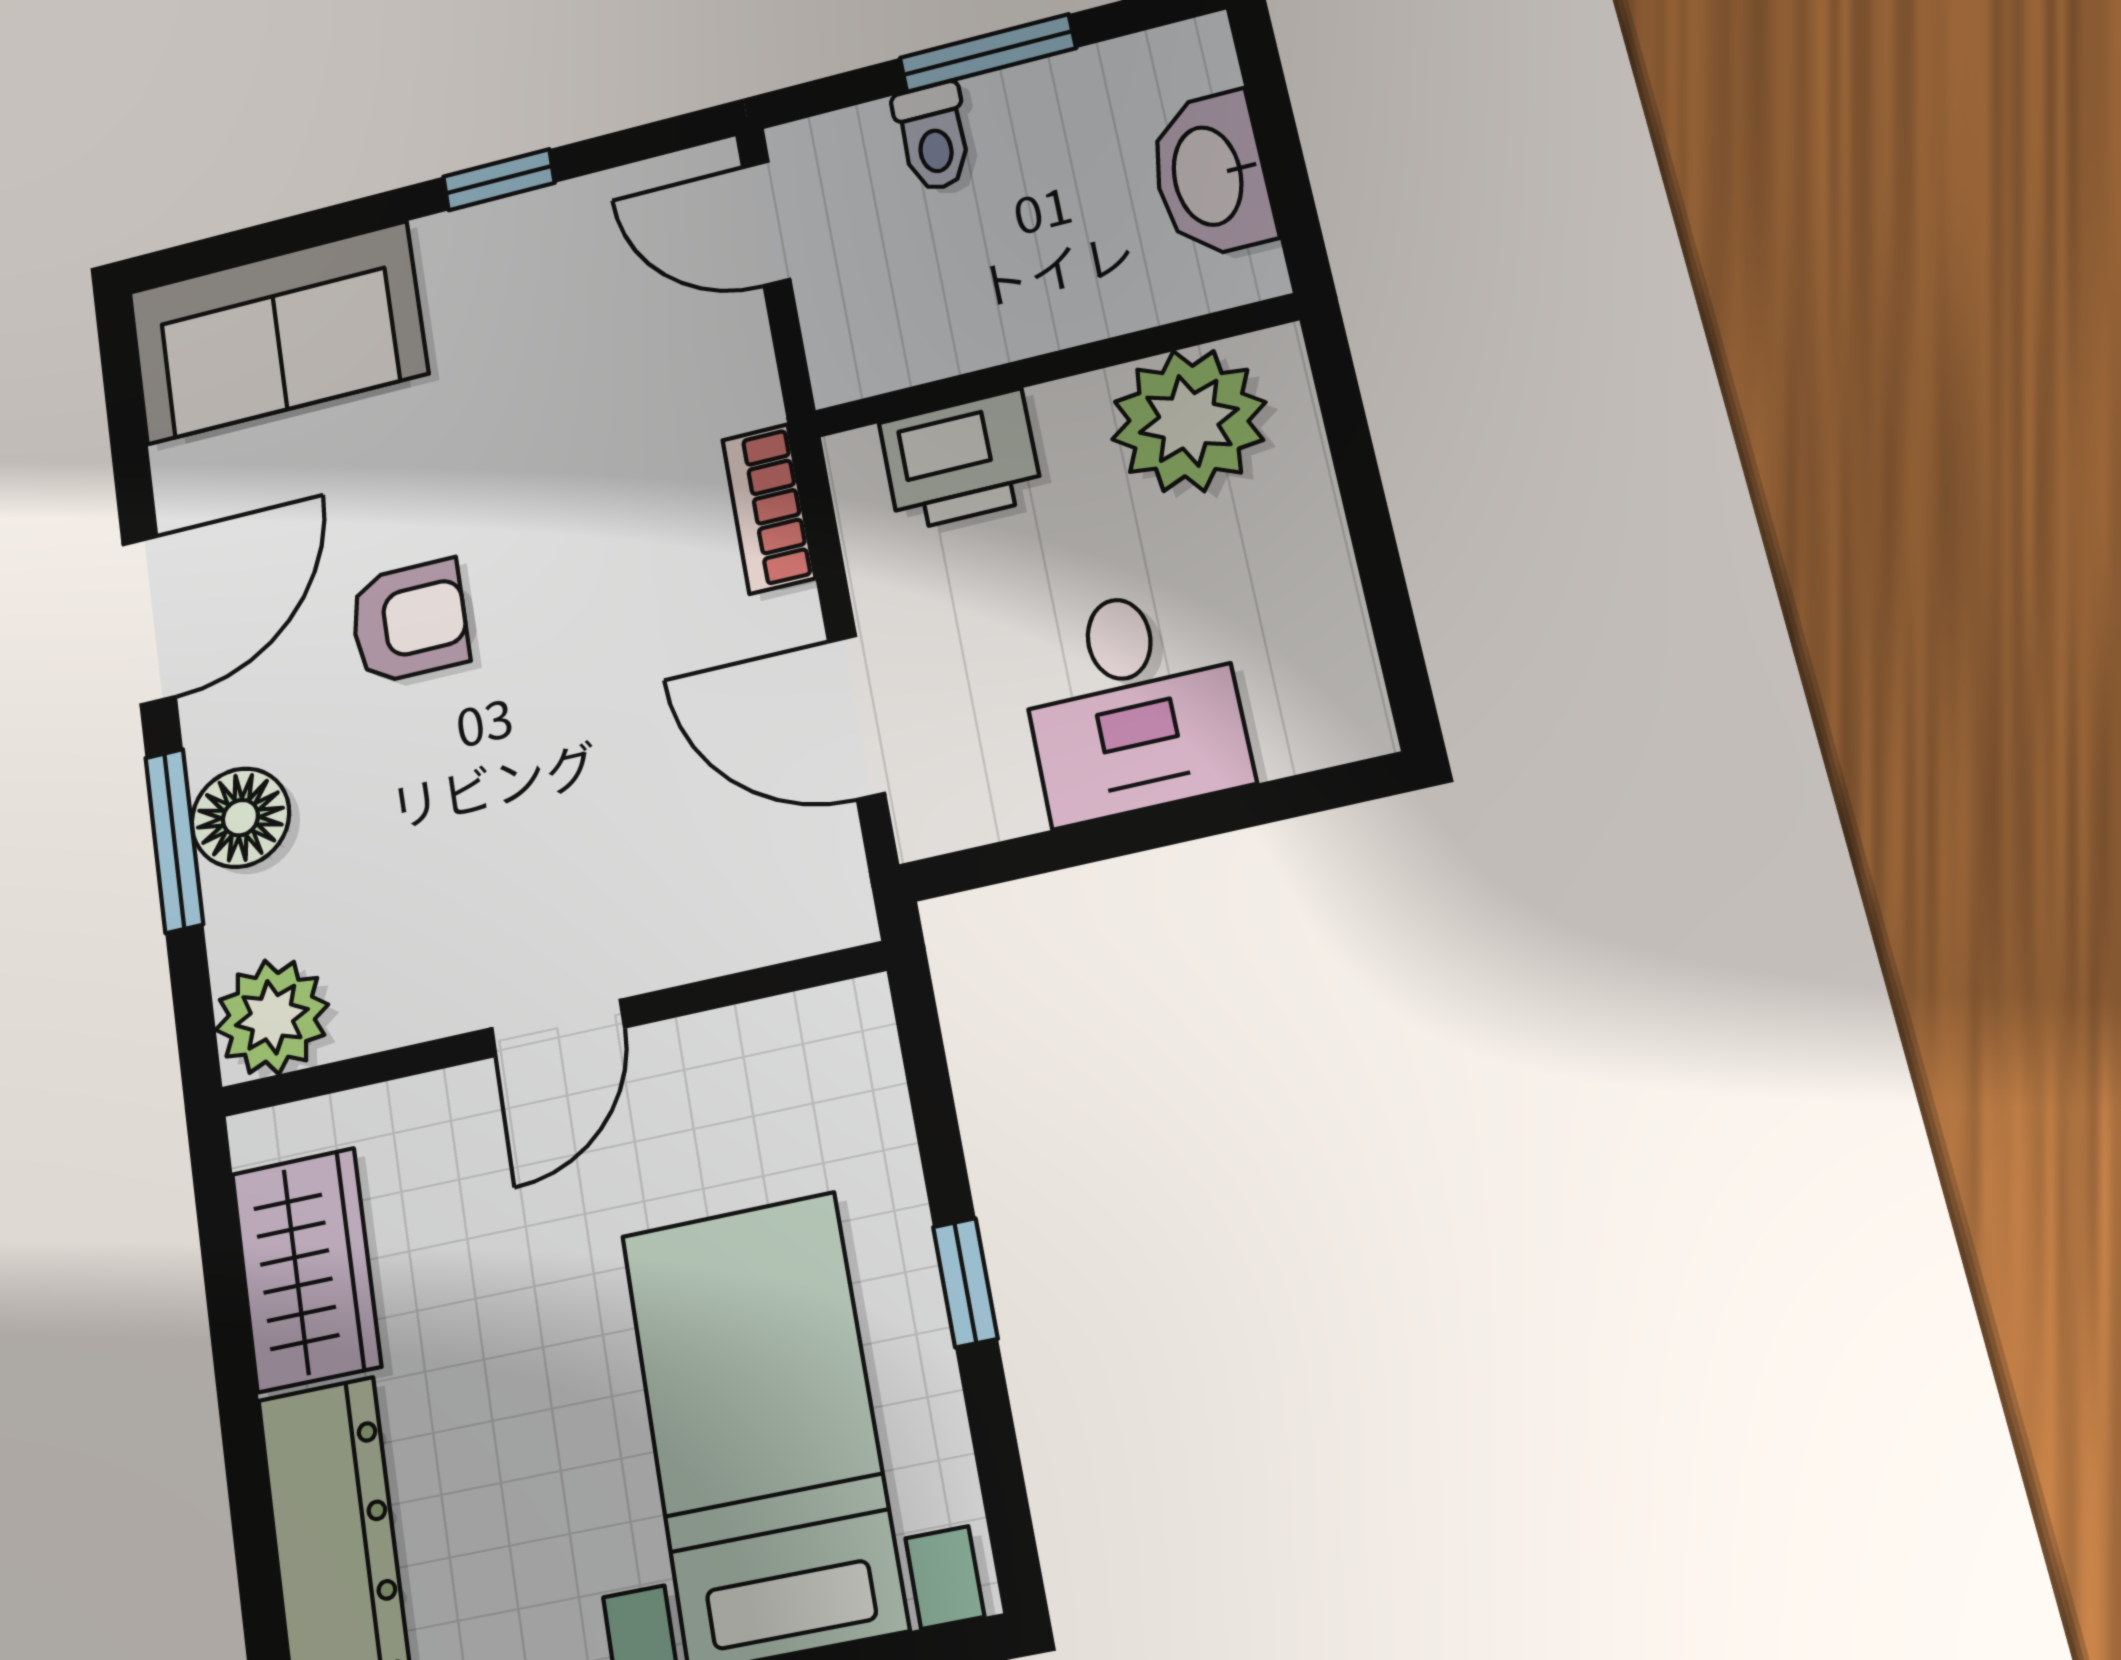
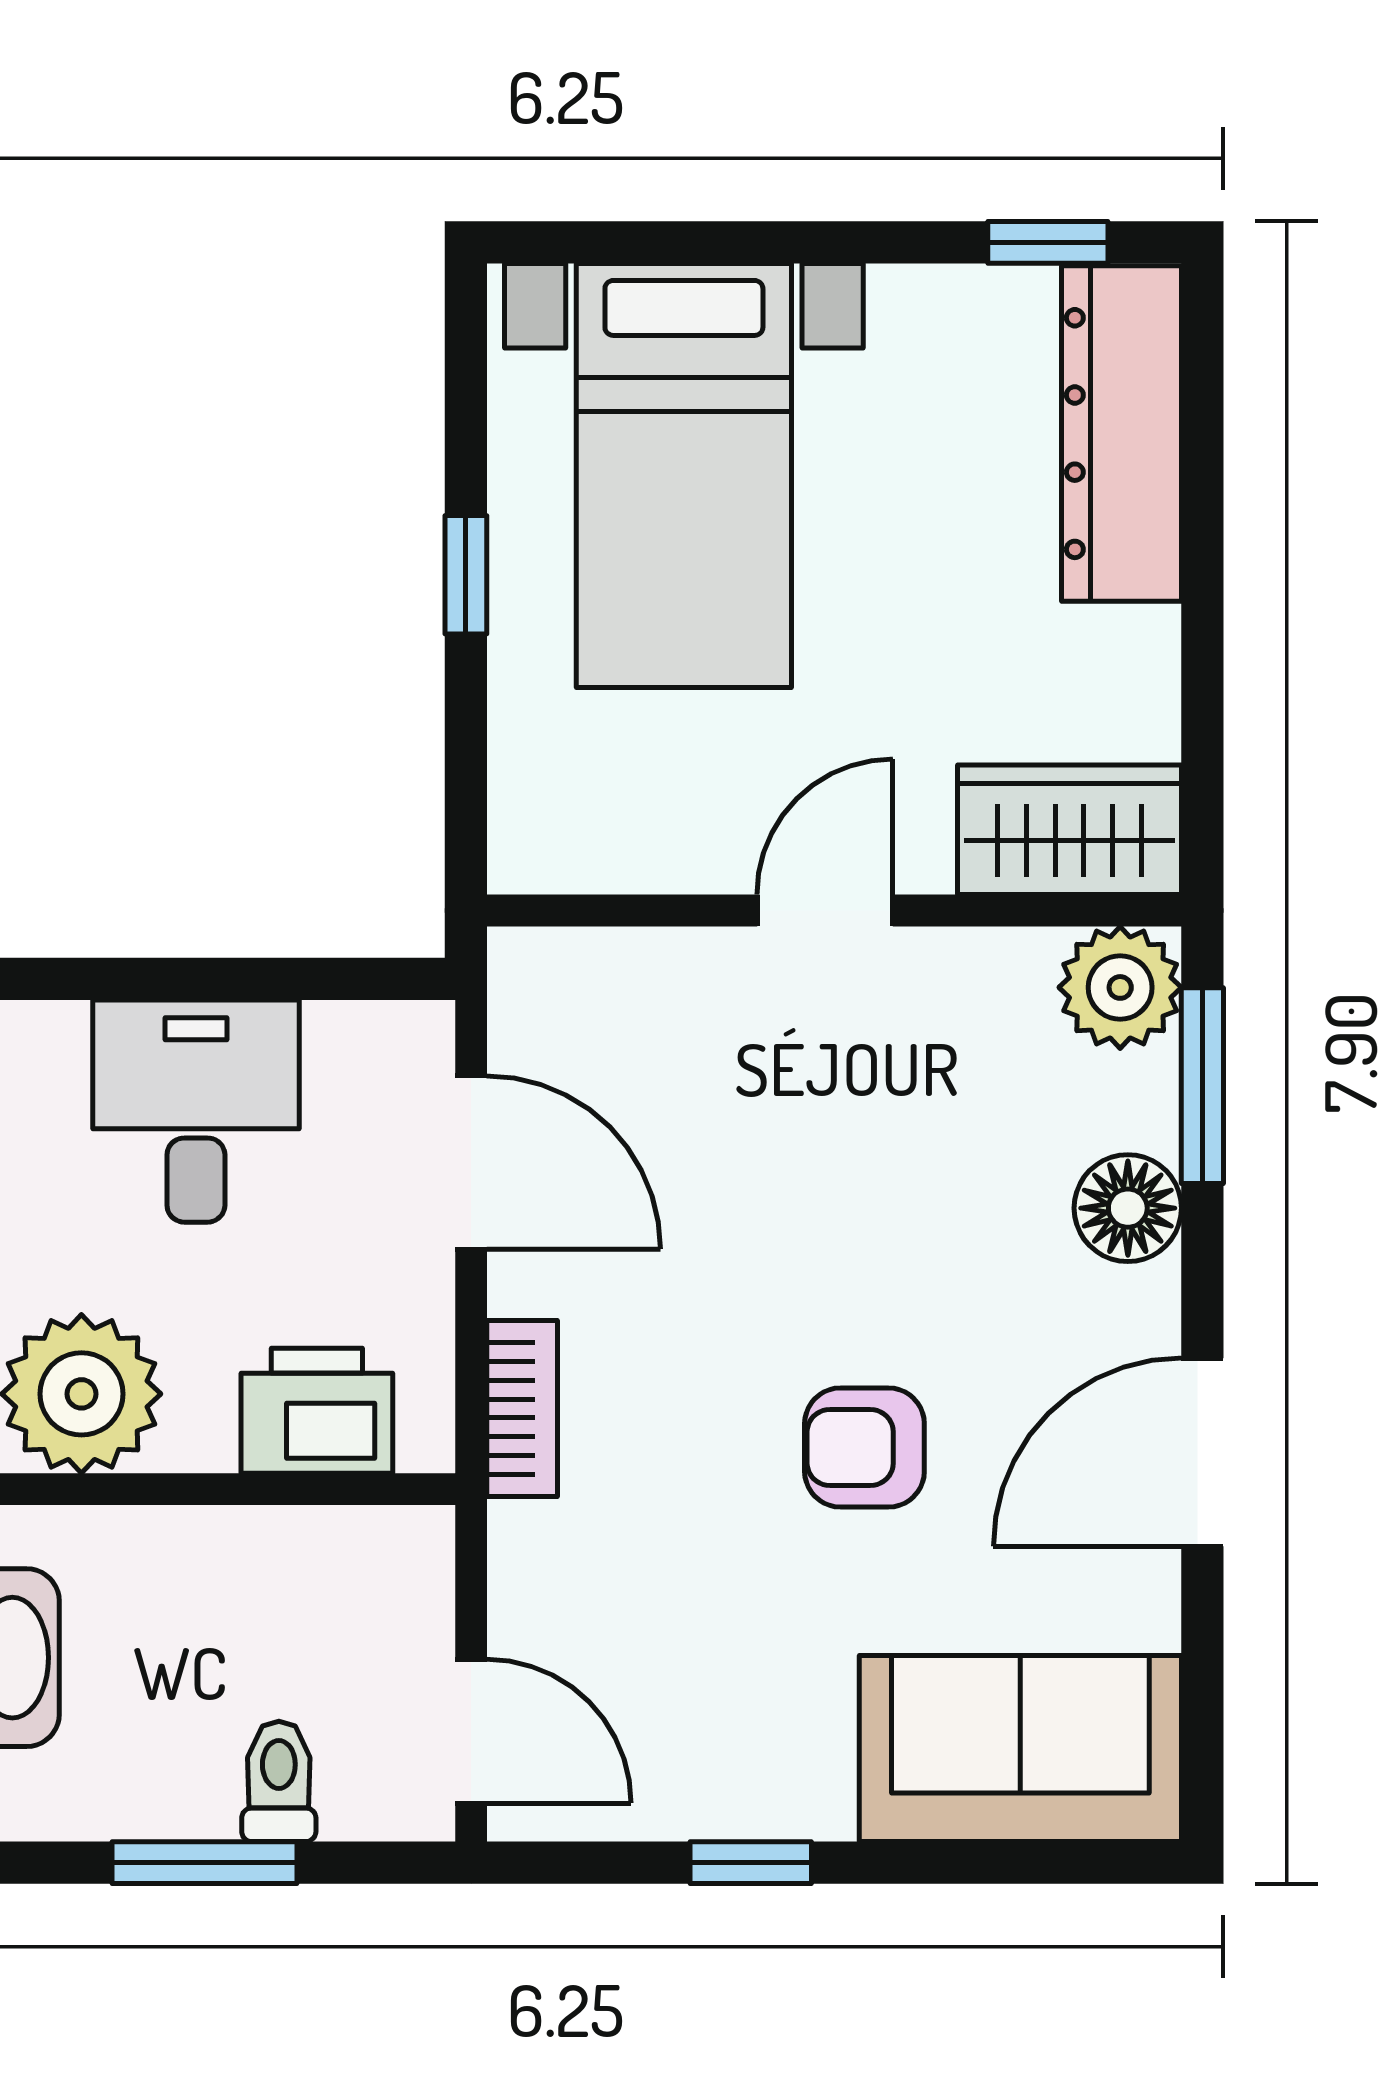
armchair: (409, 621) -> (864, 1448), moved
window: (174, 841) -> (1202, 1086), moved
wardrobe: (306, 1269) -> (1069, 830), moved, turned 90

